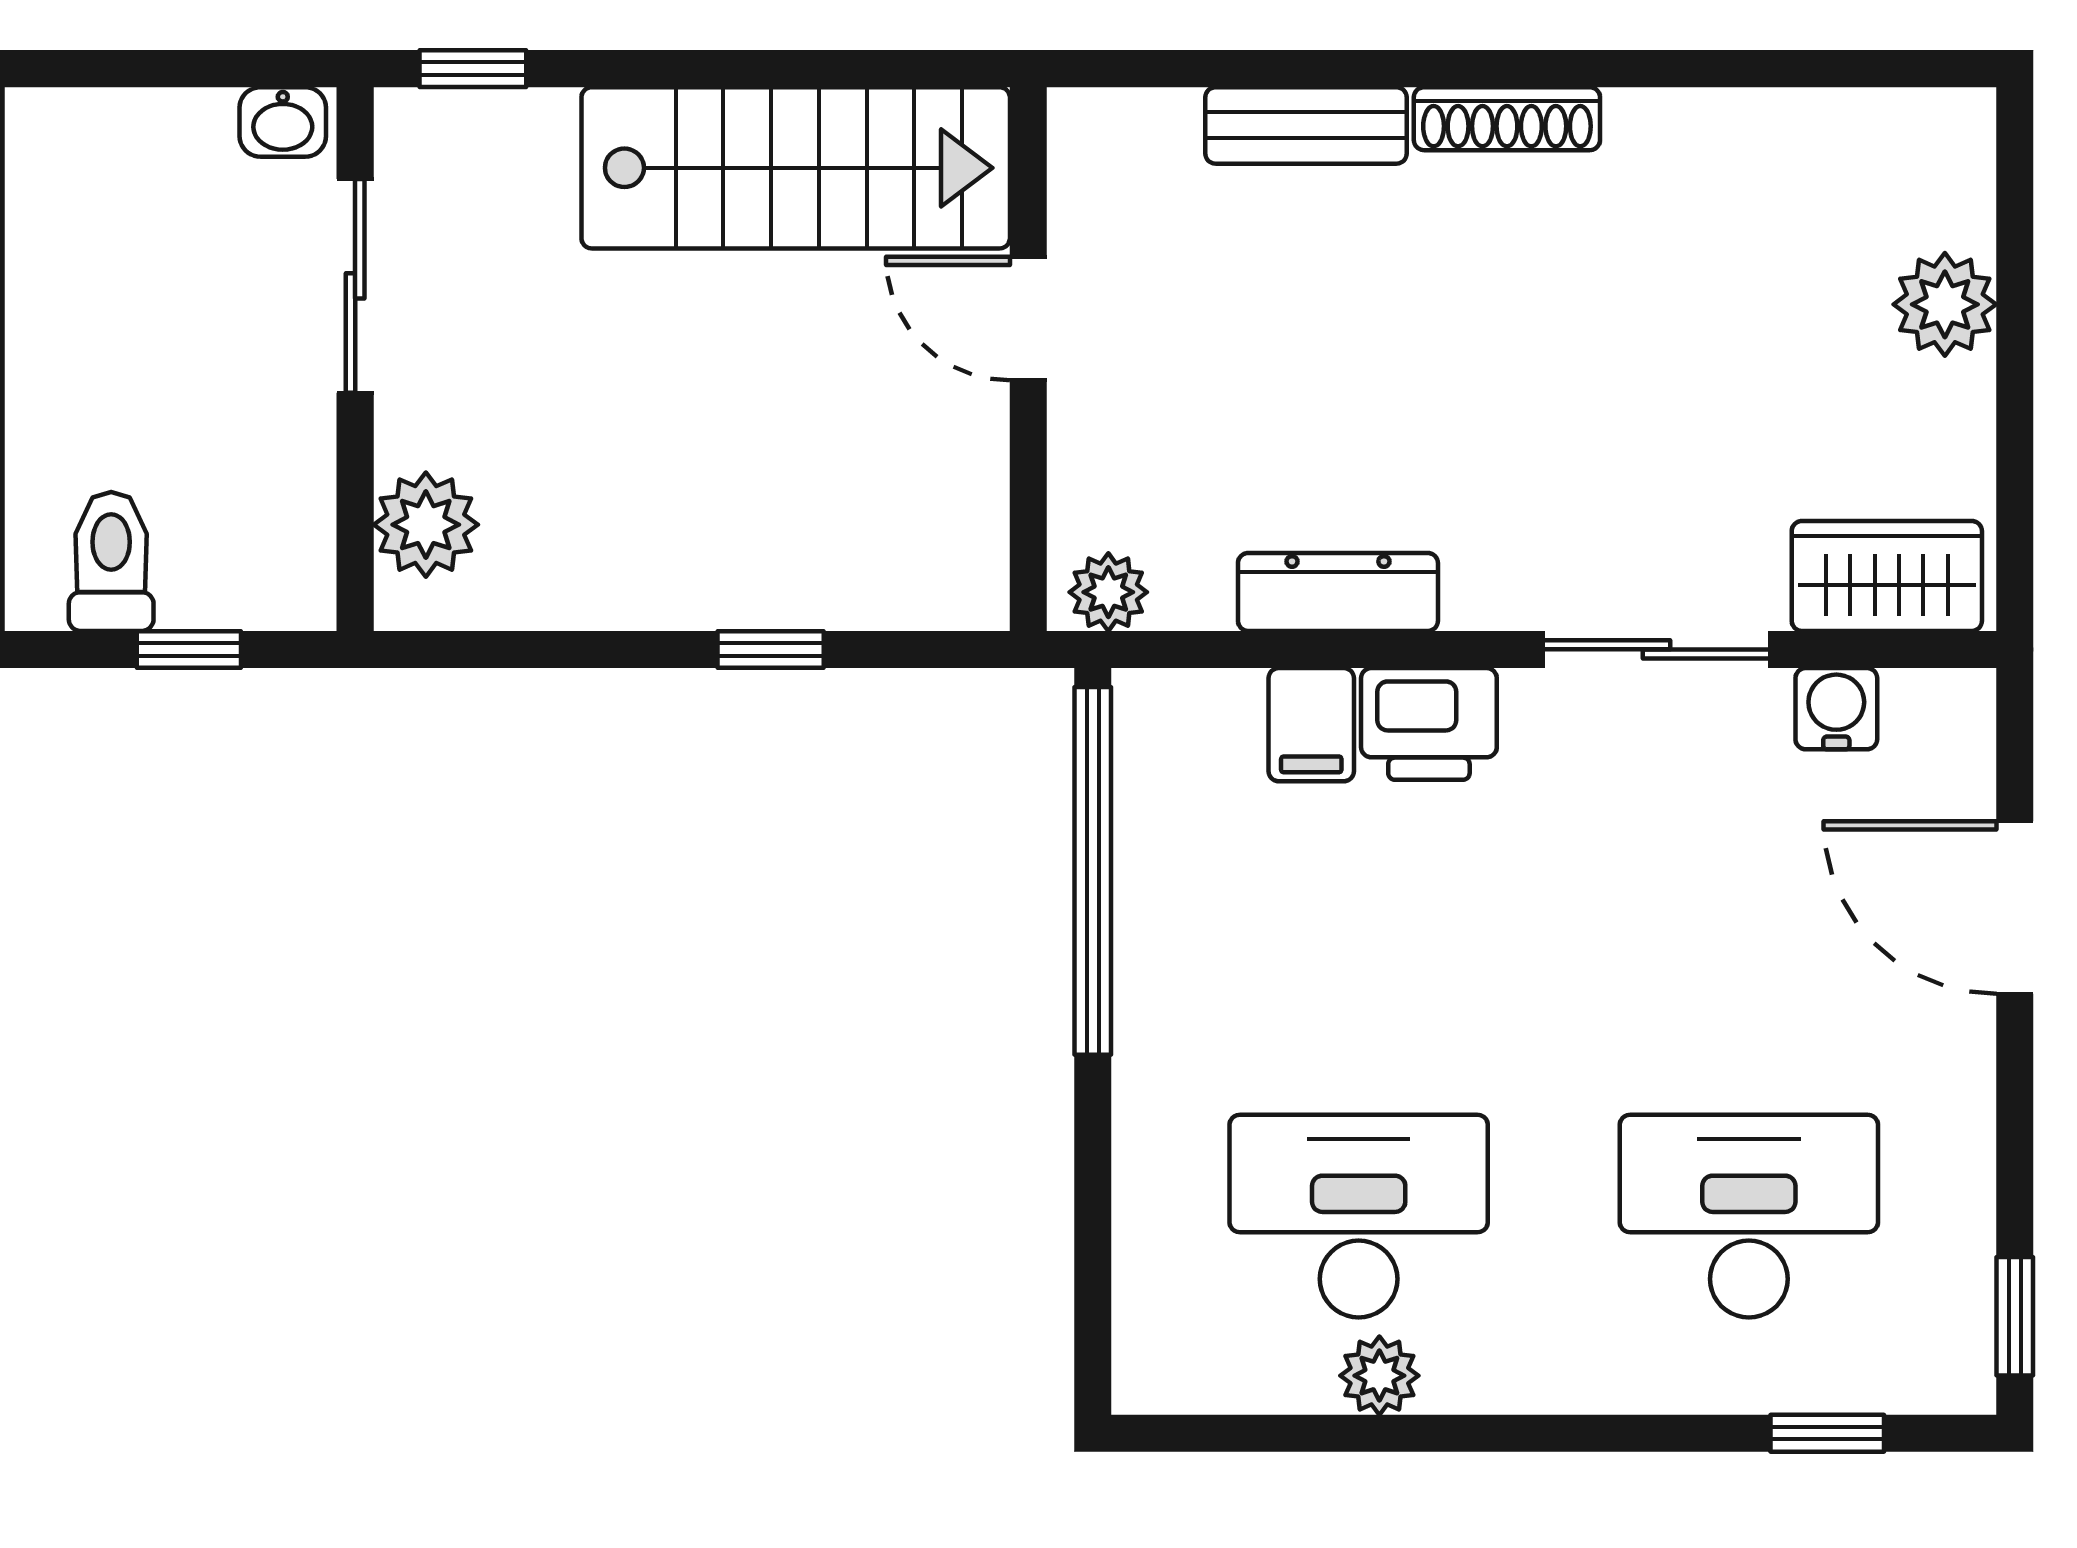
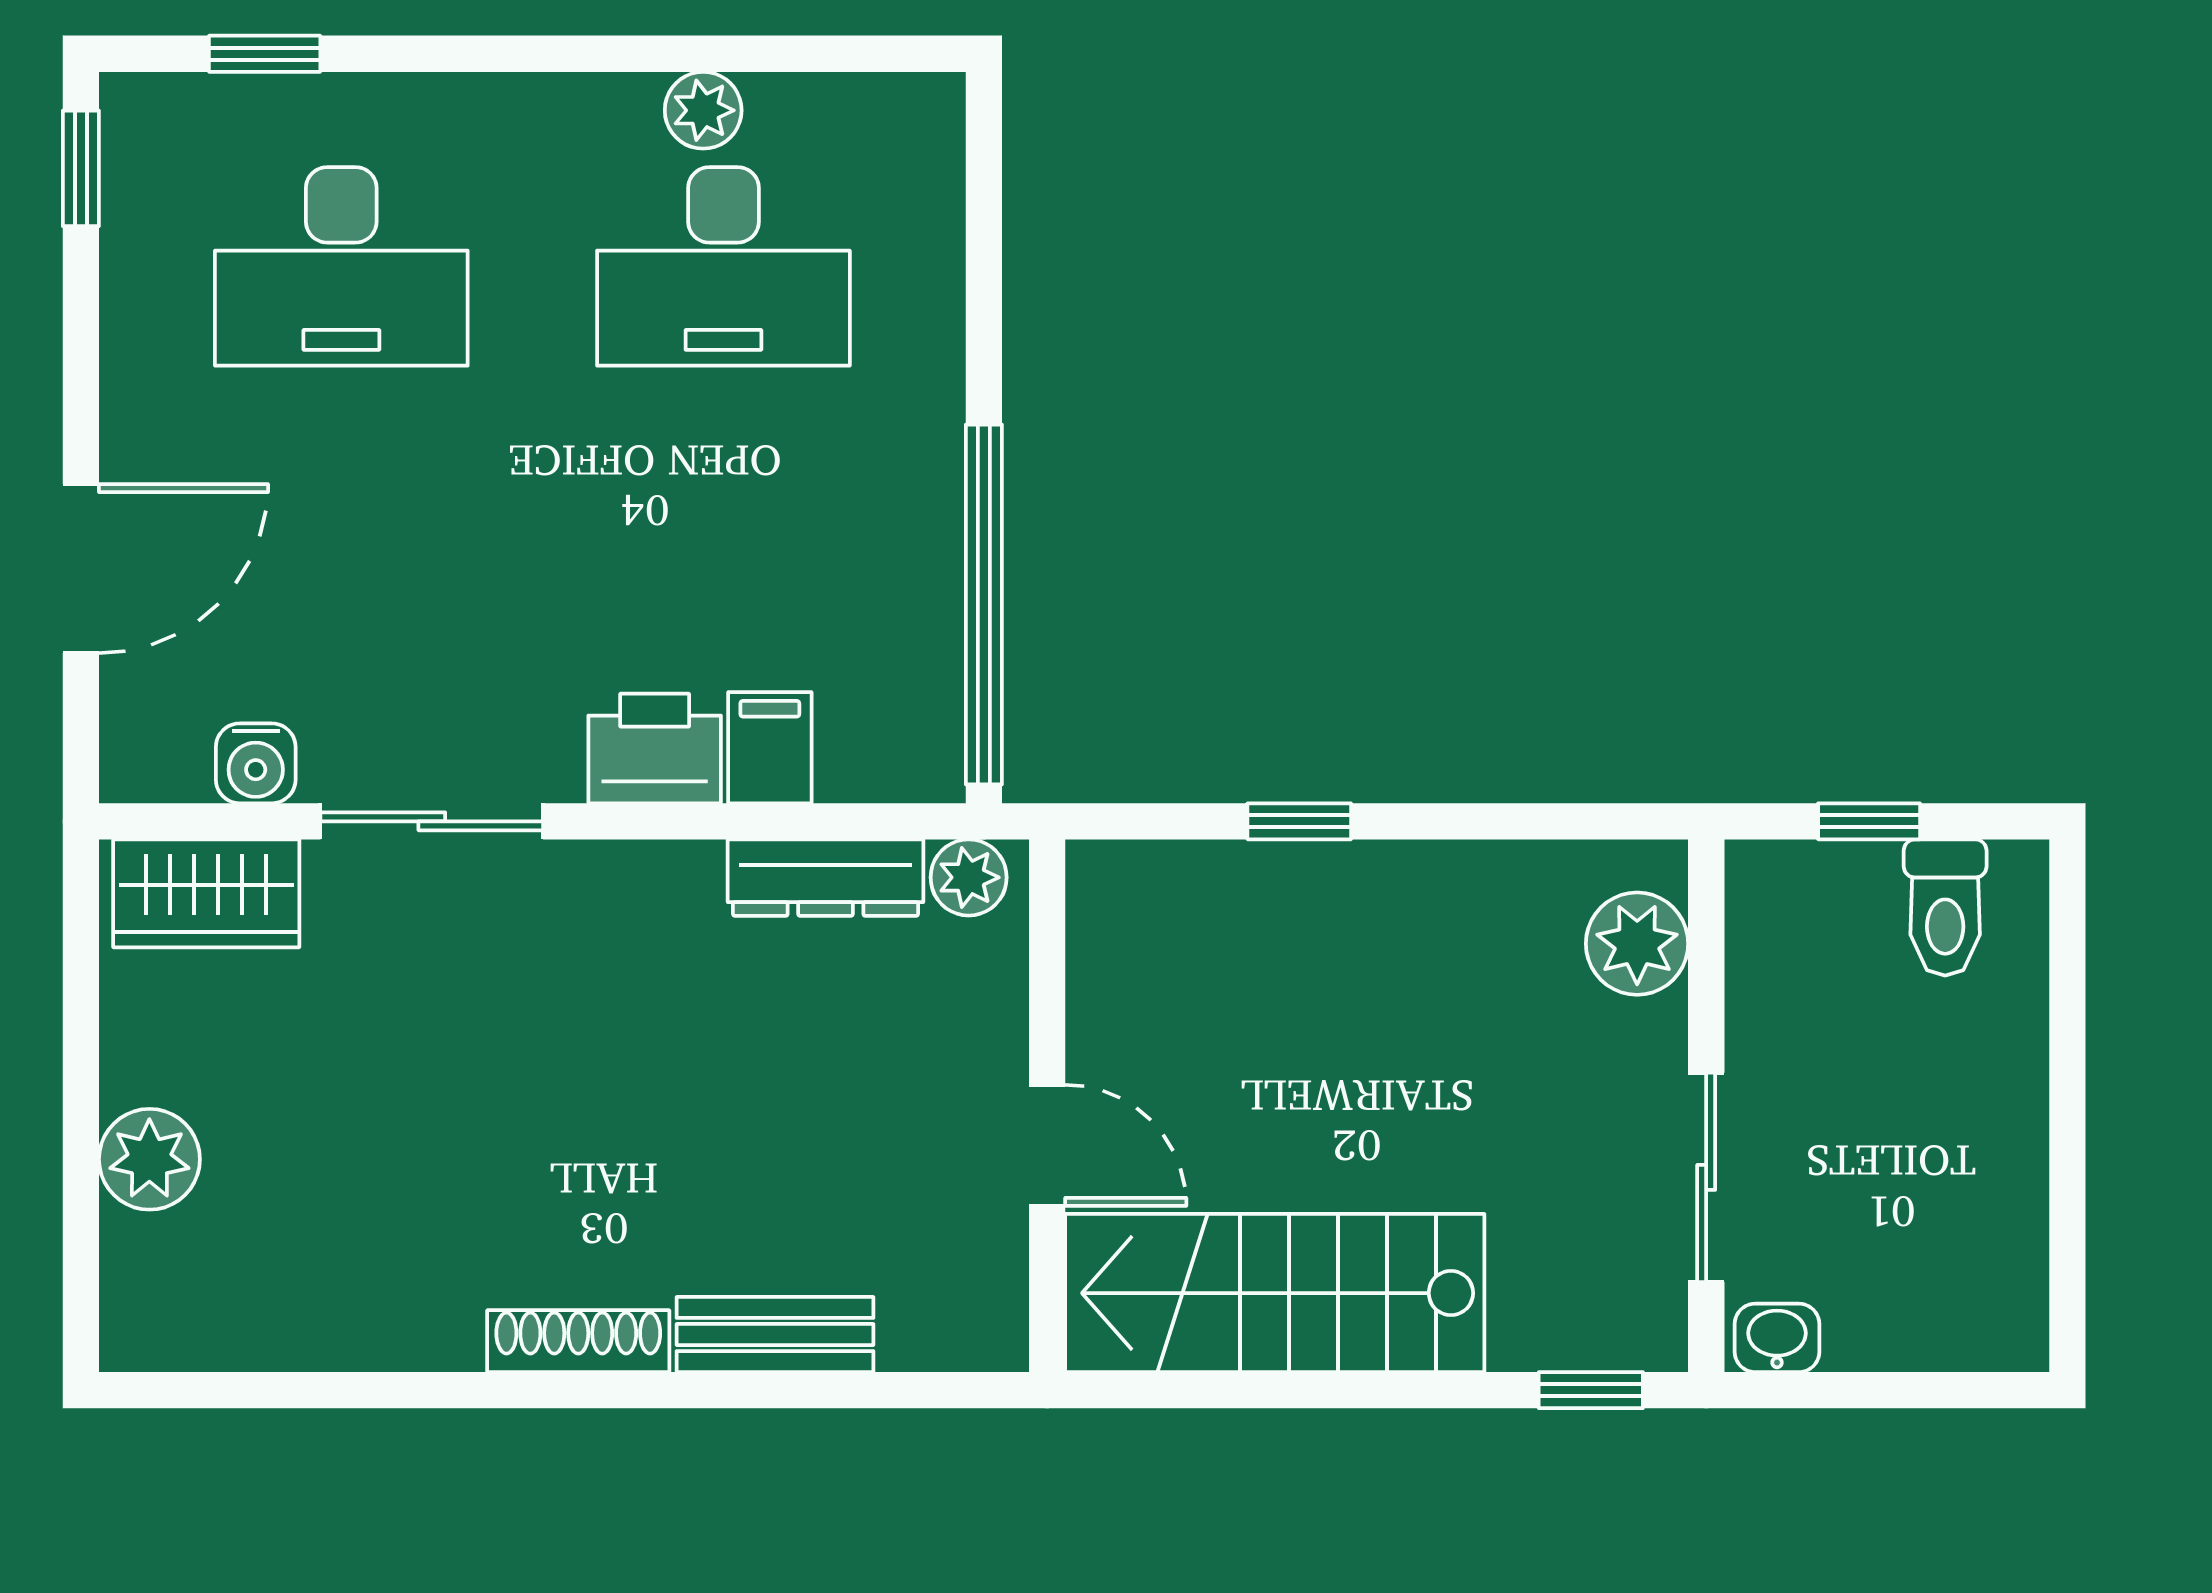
dresser: (1338, 592) -> (826, 878), moved
door: (2015, 908) -> (81, 569), hinge flipped

